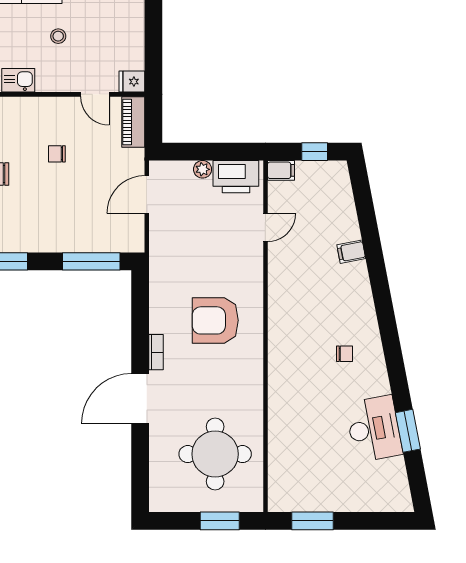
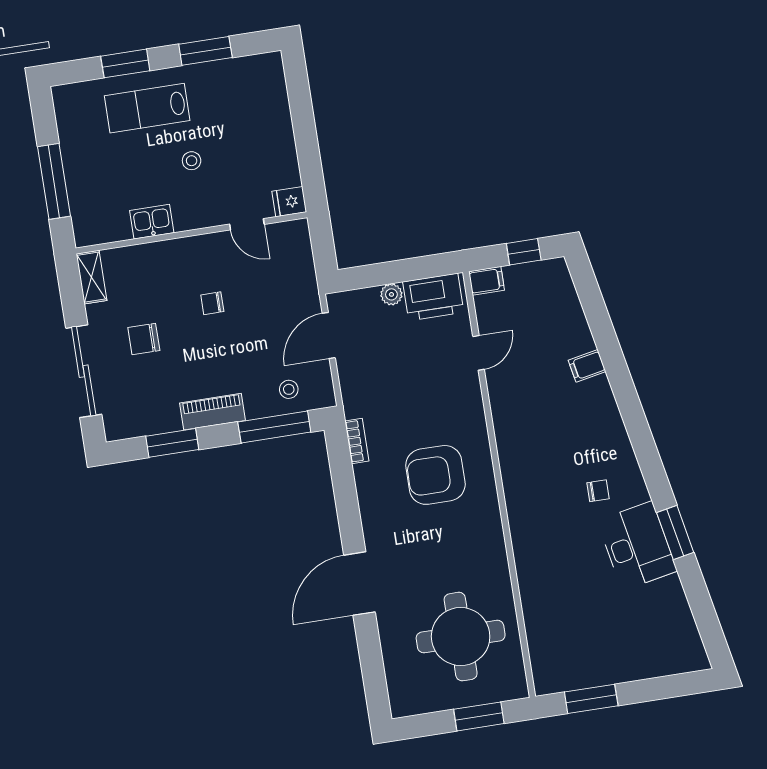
piano: (133, 122) -> (213, 412), moved, turned 90
stool: (108, 233) -> (289, 389), added
bookcase: (156, 352) -> (357, 441), moved
desk: (374, 429) -> (637, 546), moved
window: (408, 431) -> (675, 532), moved

